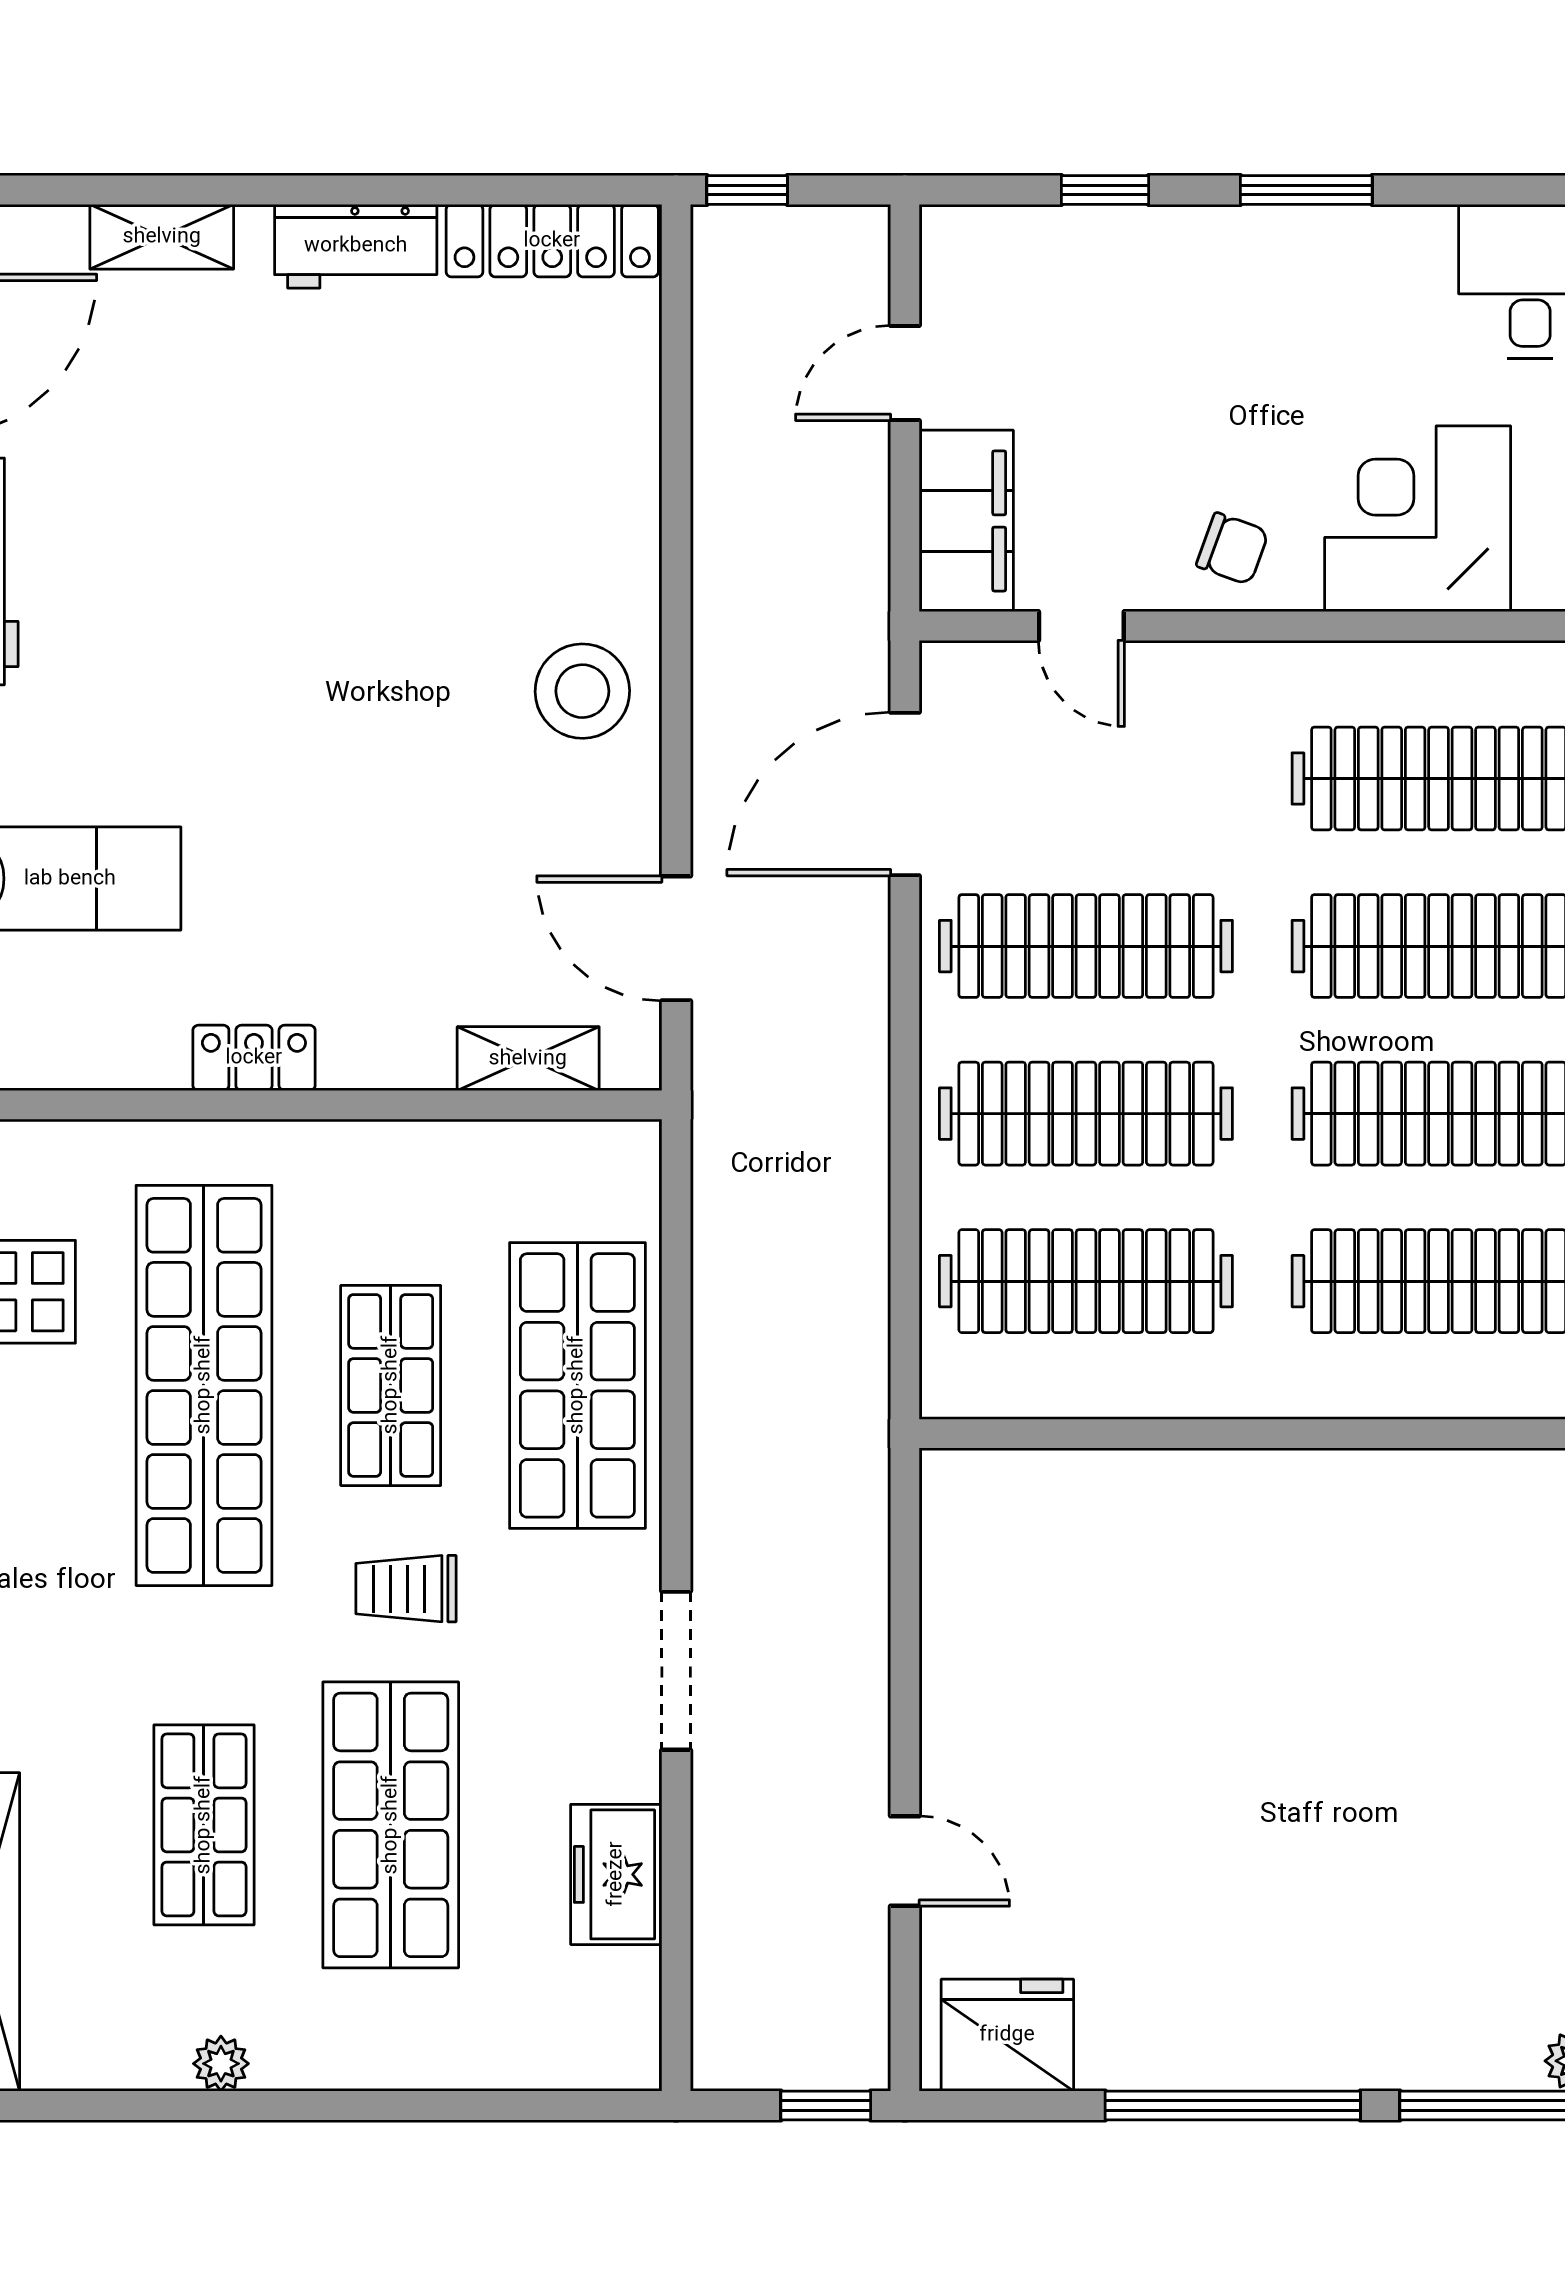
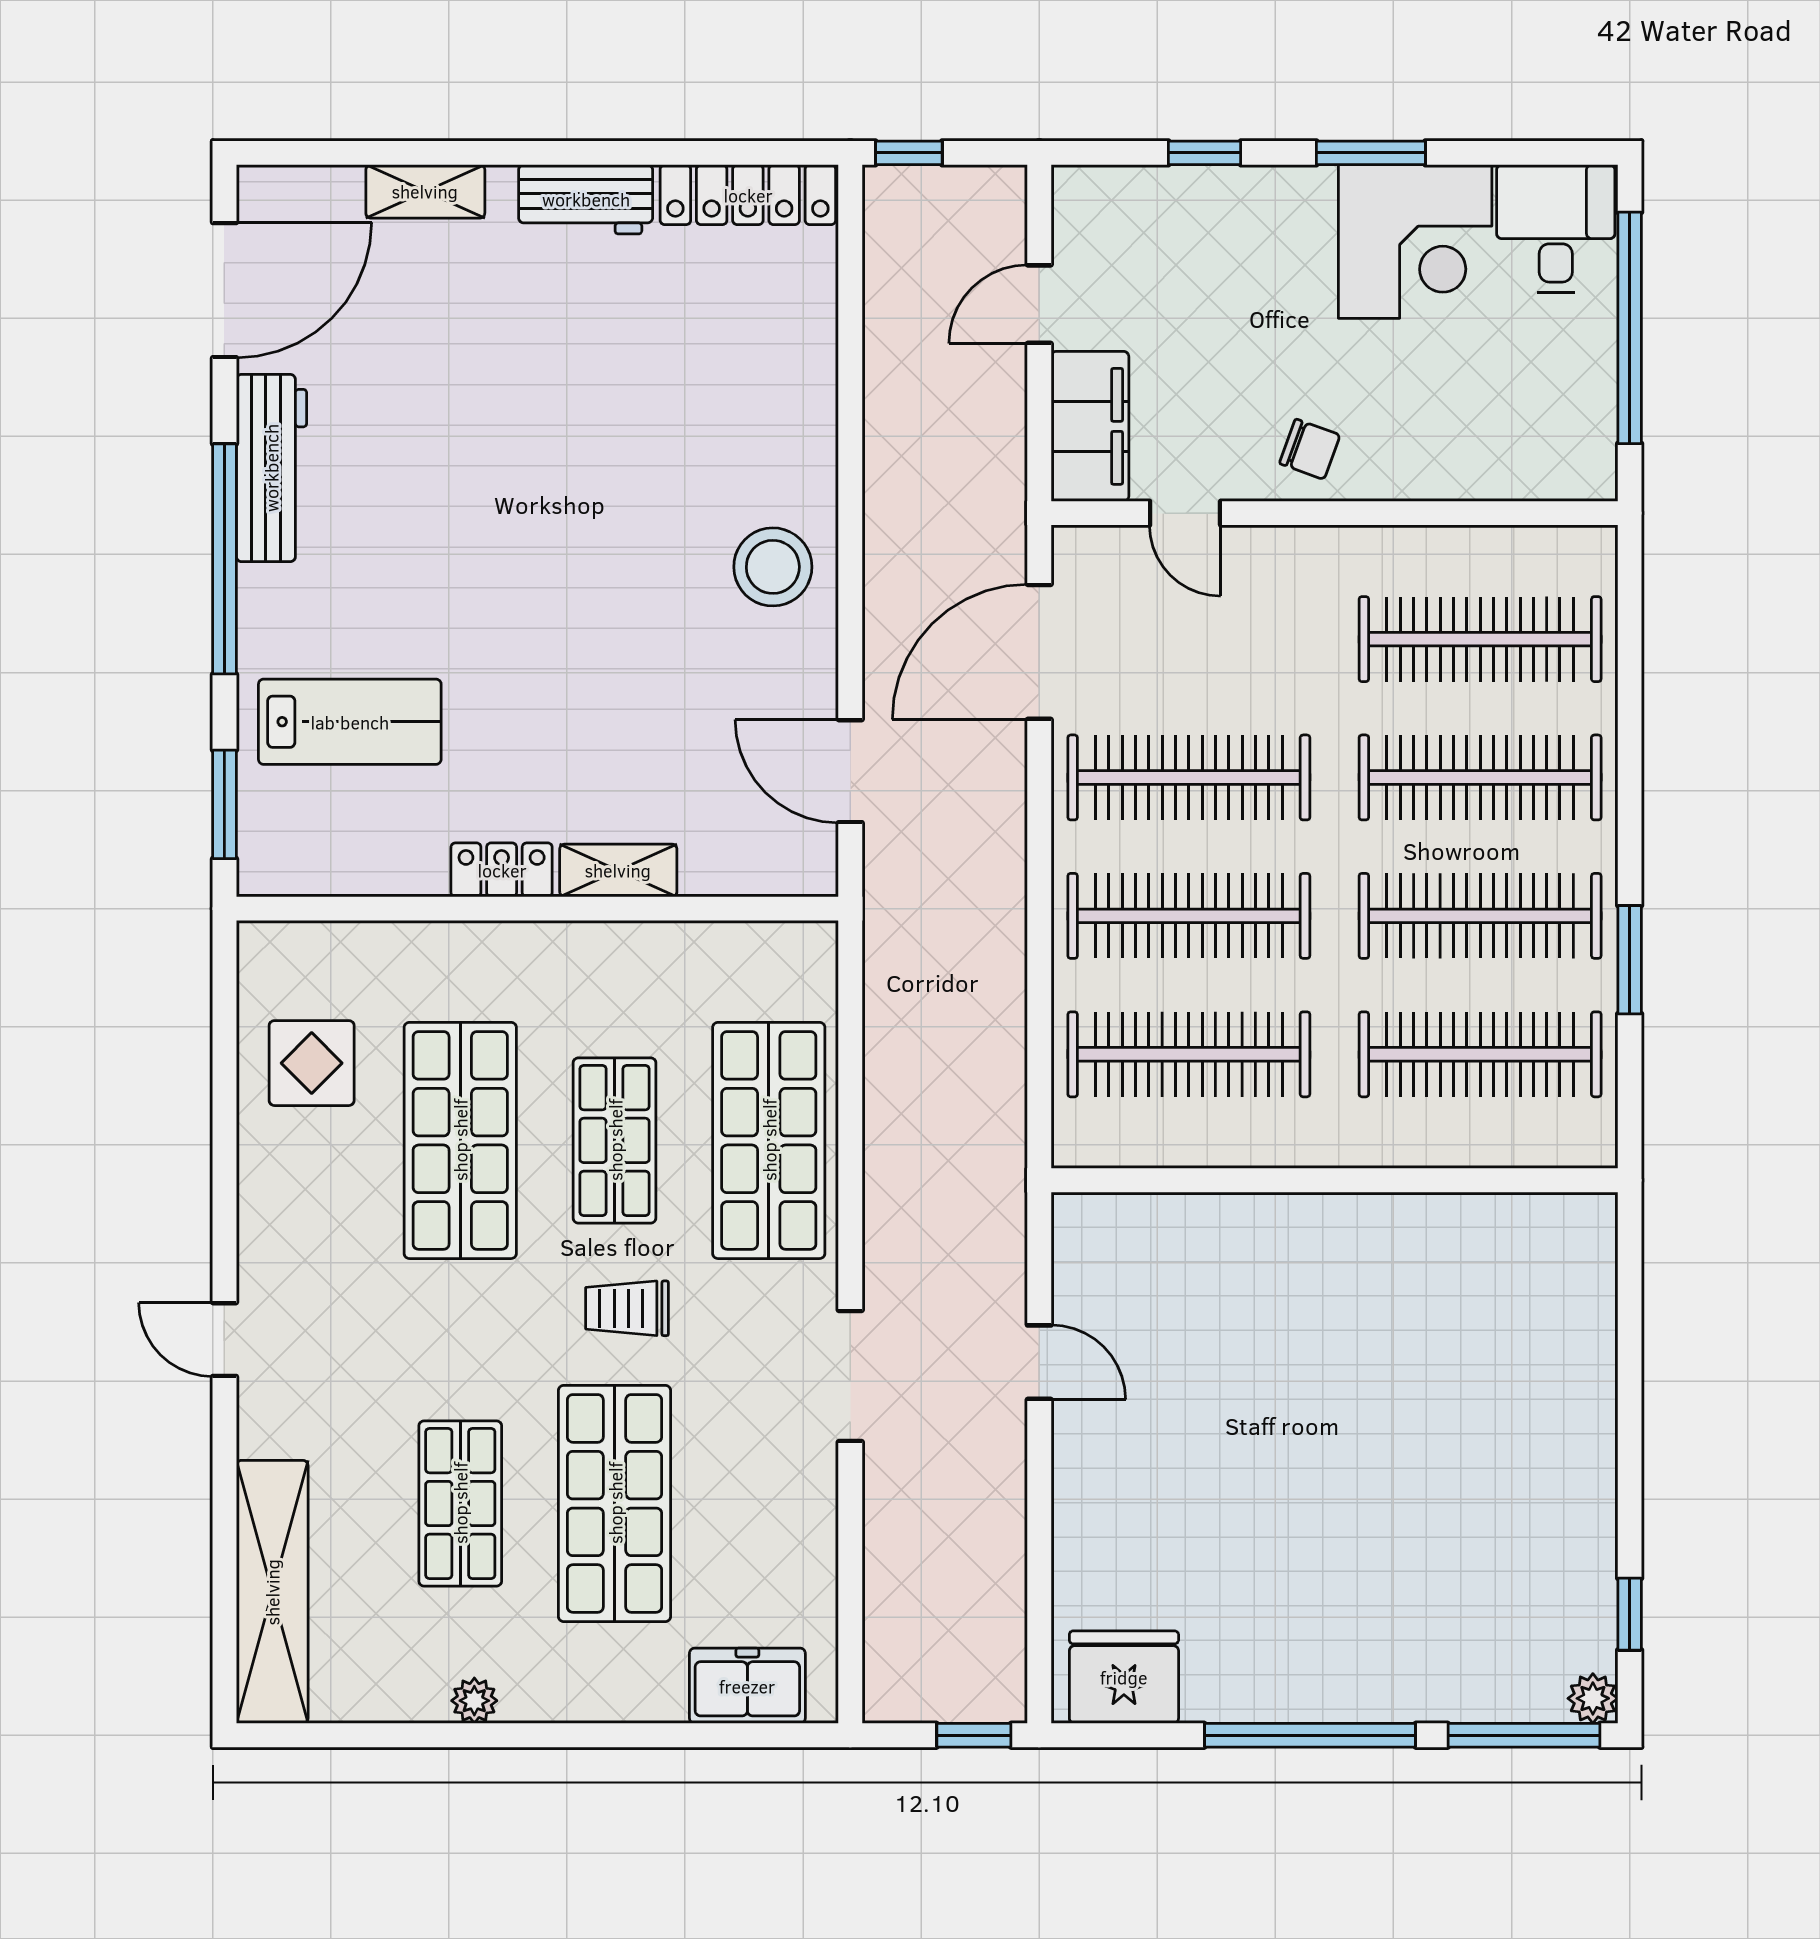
corner desk: (1418, 519) -> (1415, 242), moved, turned 180
shelving: (528, 1059) -> (618, 870), moved
shop shelf: (204, 1385) -> (460, 1140), width x0.71
door: (905, 1861) -> (1039, 1362), moved
freezer: (616, 1874) -> (747, 1686), moved, turned 90

